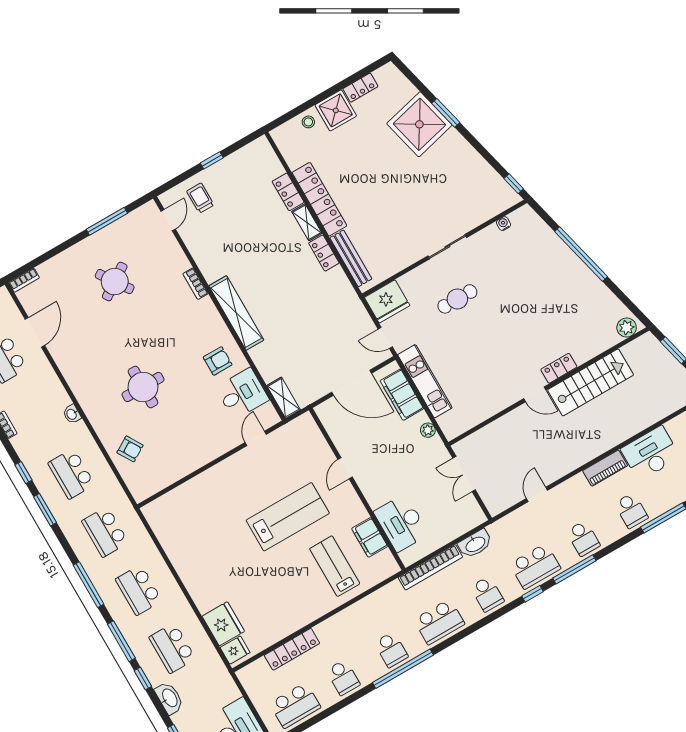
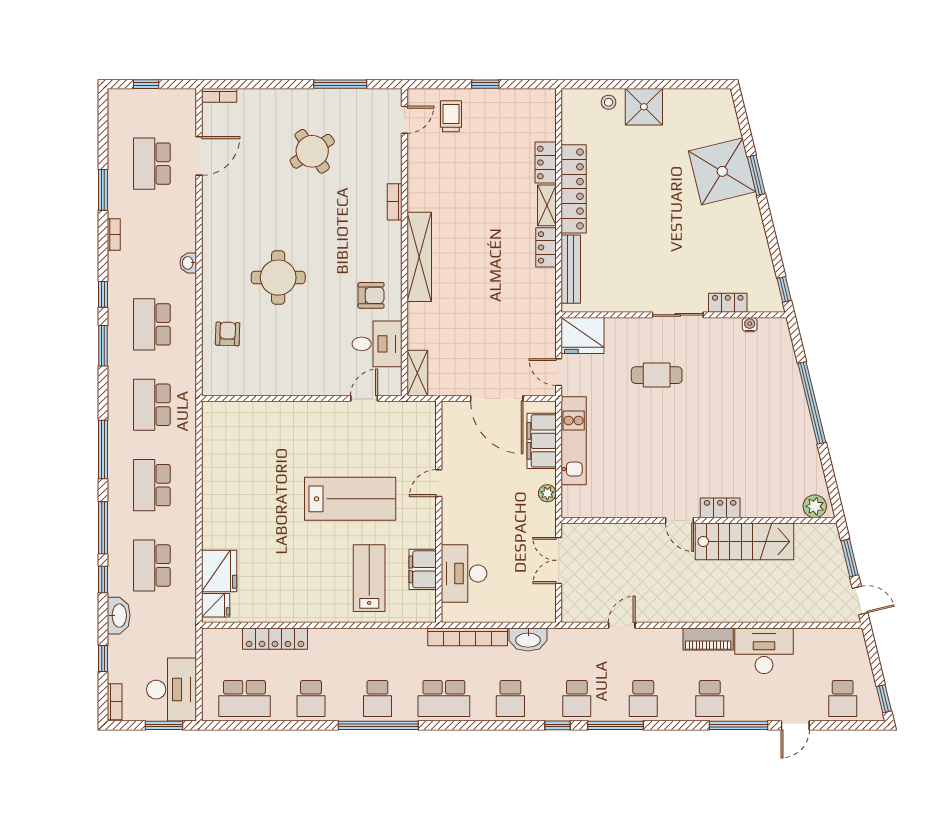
locker: (360, 88) -> (728, 303), moved, turned 180
armchair: (130, 449) -> (228, 334), turned -147
school desk: (535, 566) -> (577, 699), width x0.54

